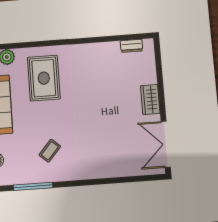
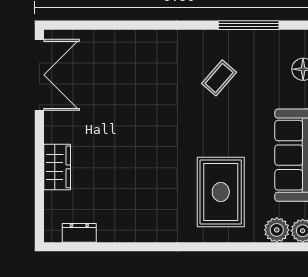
wardrobe: (150, 100) -> (57, 167), moved

